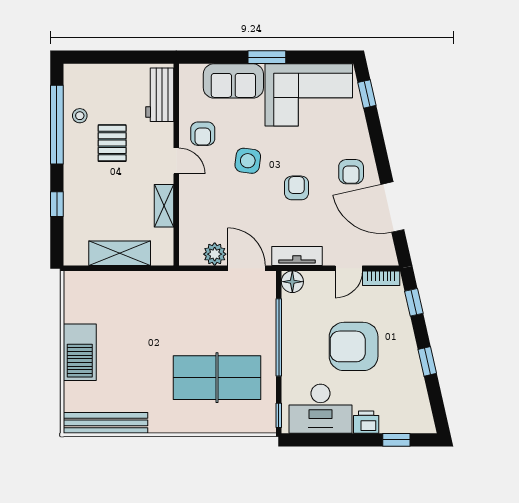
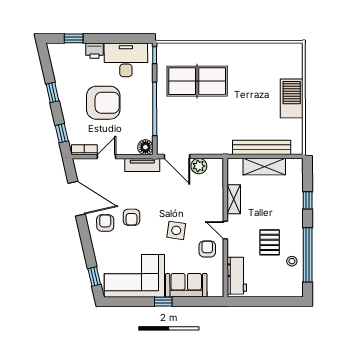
window: (267, 57) -> (163, 302), width x0.67
armchair: (297, 188) -> (131, 217), moved
bench: (106, 423) -> (262, 147), moved

